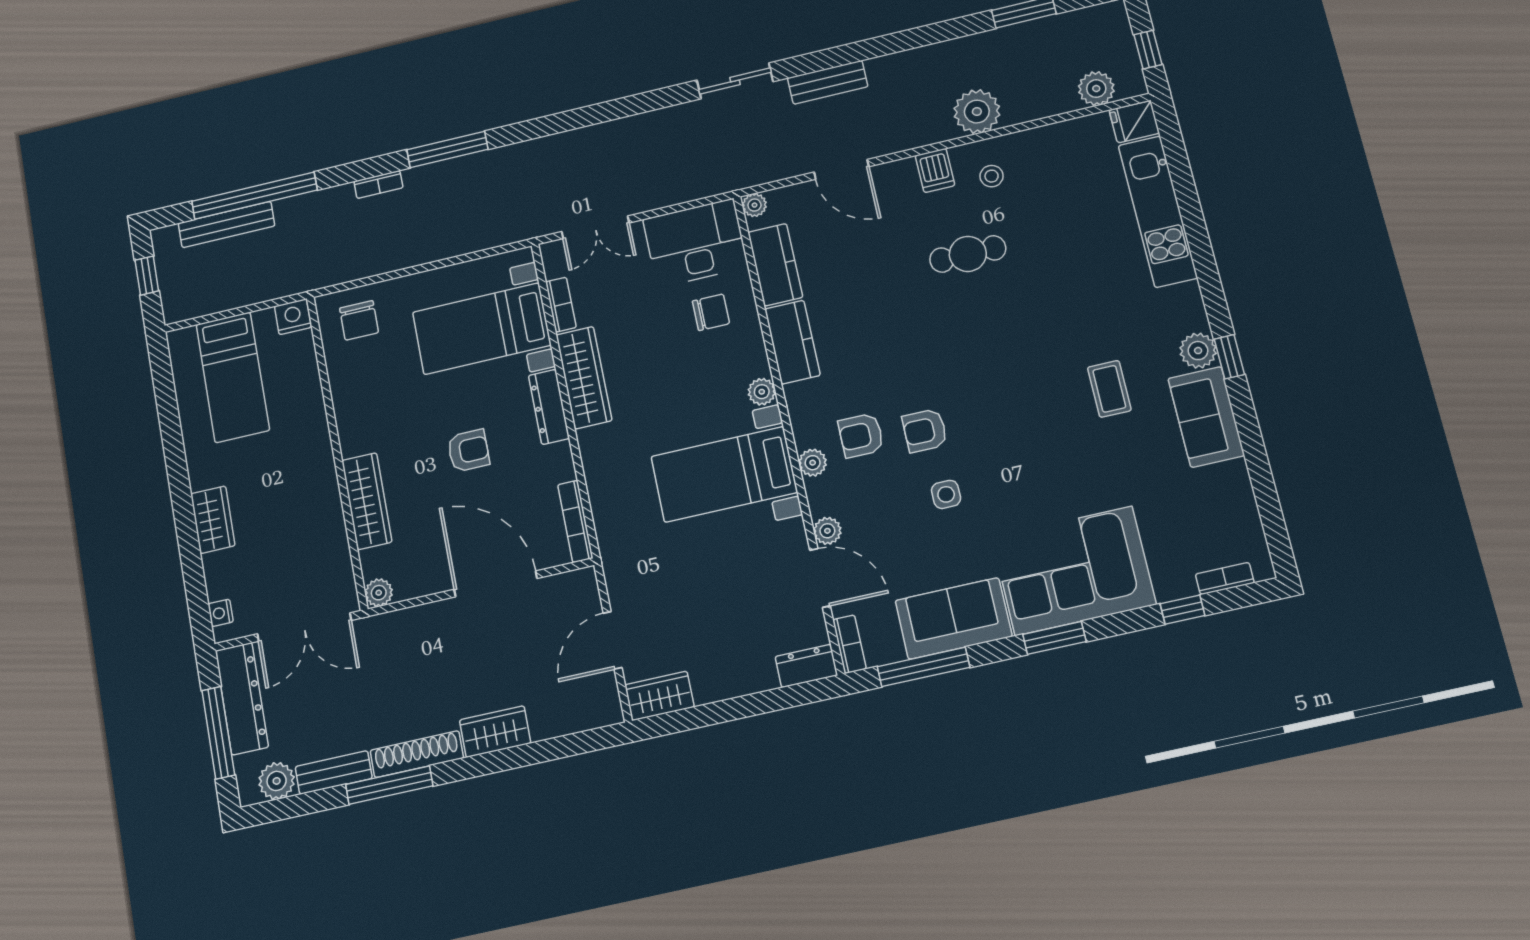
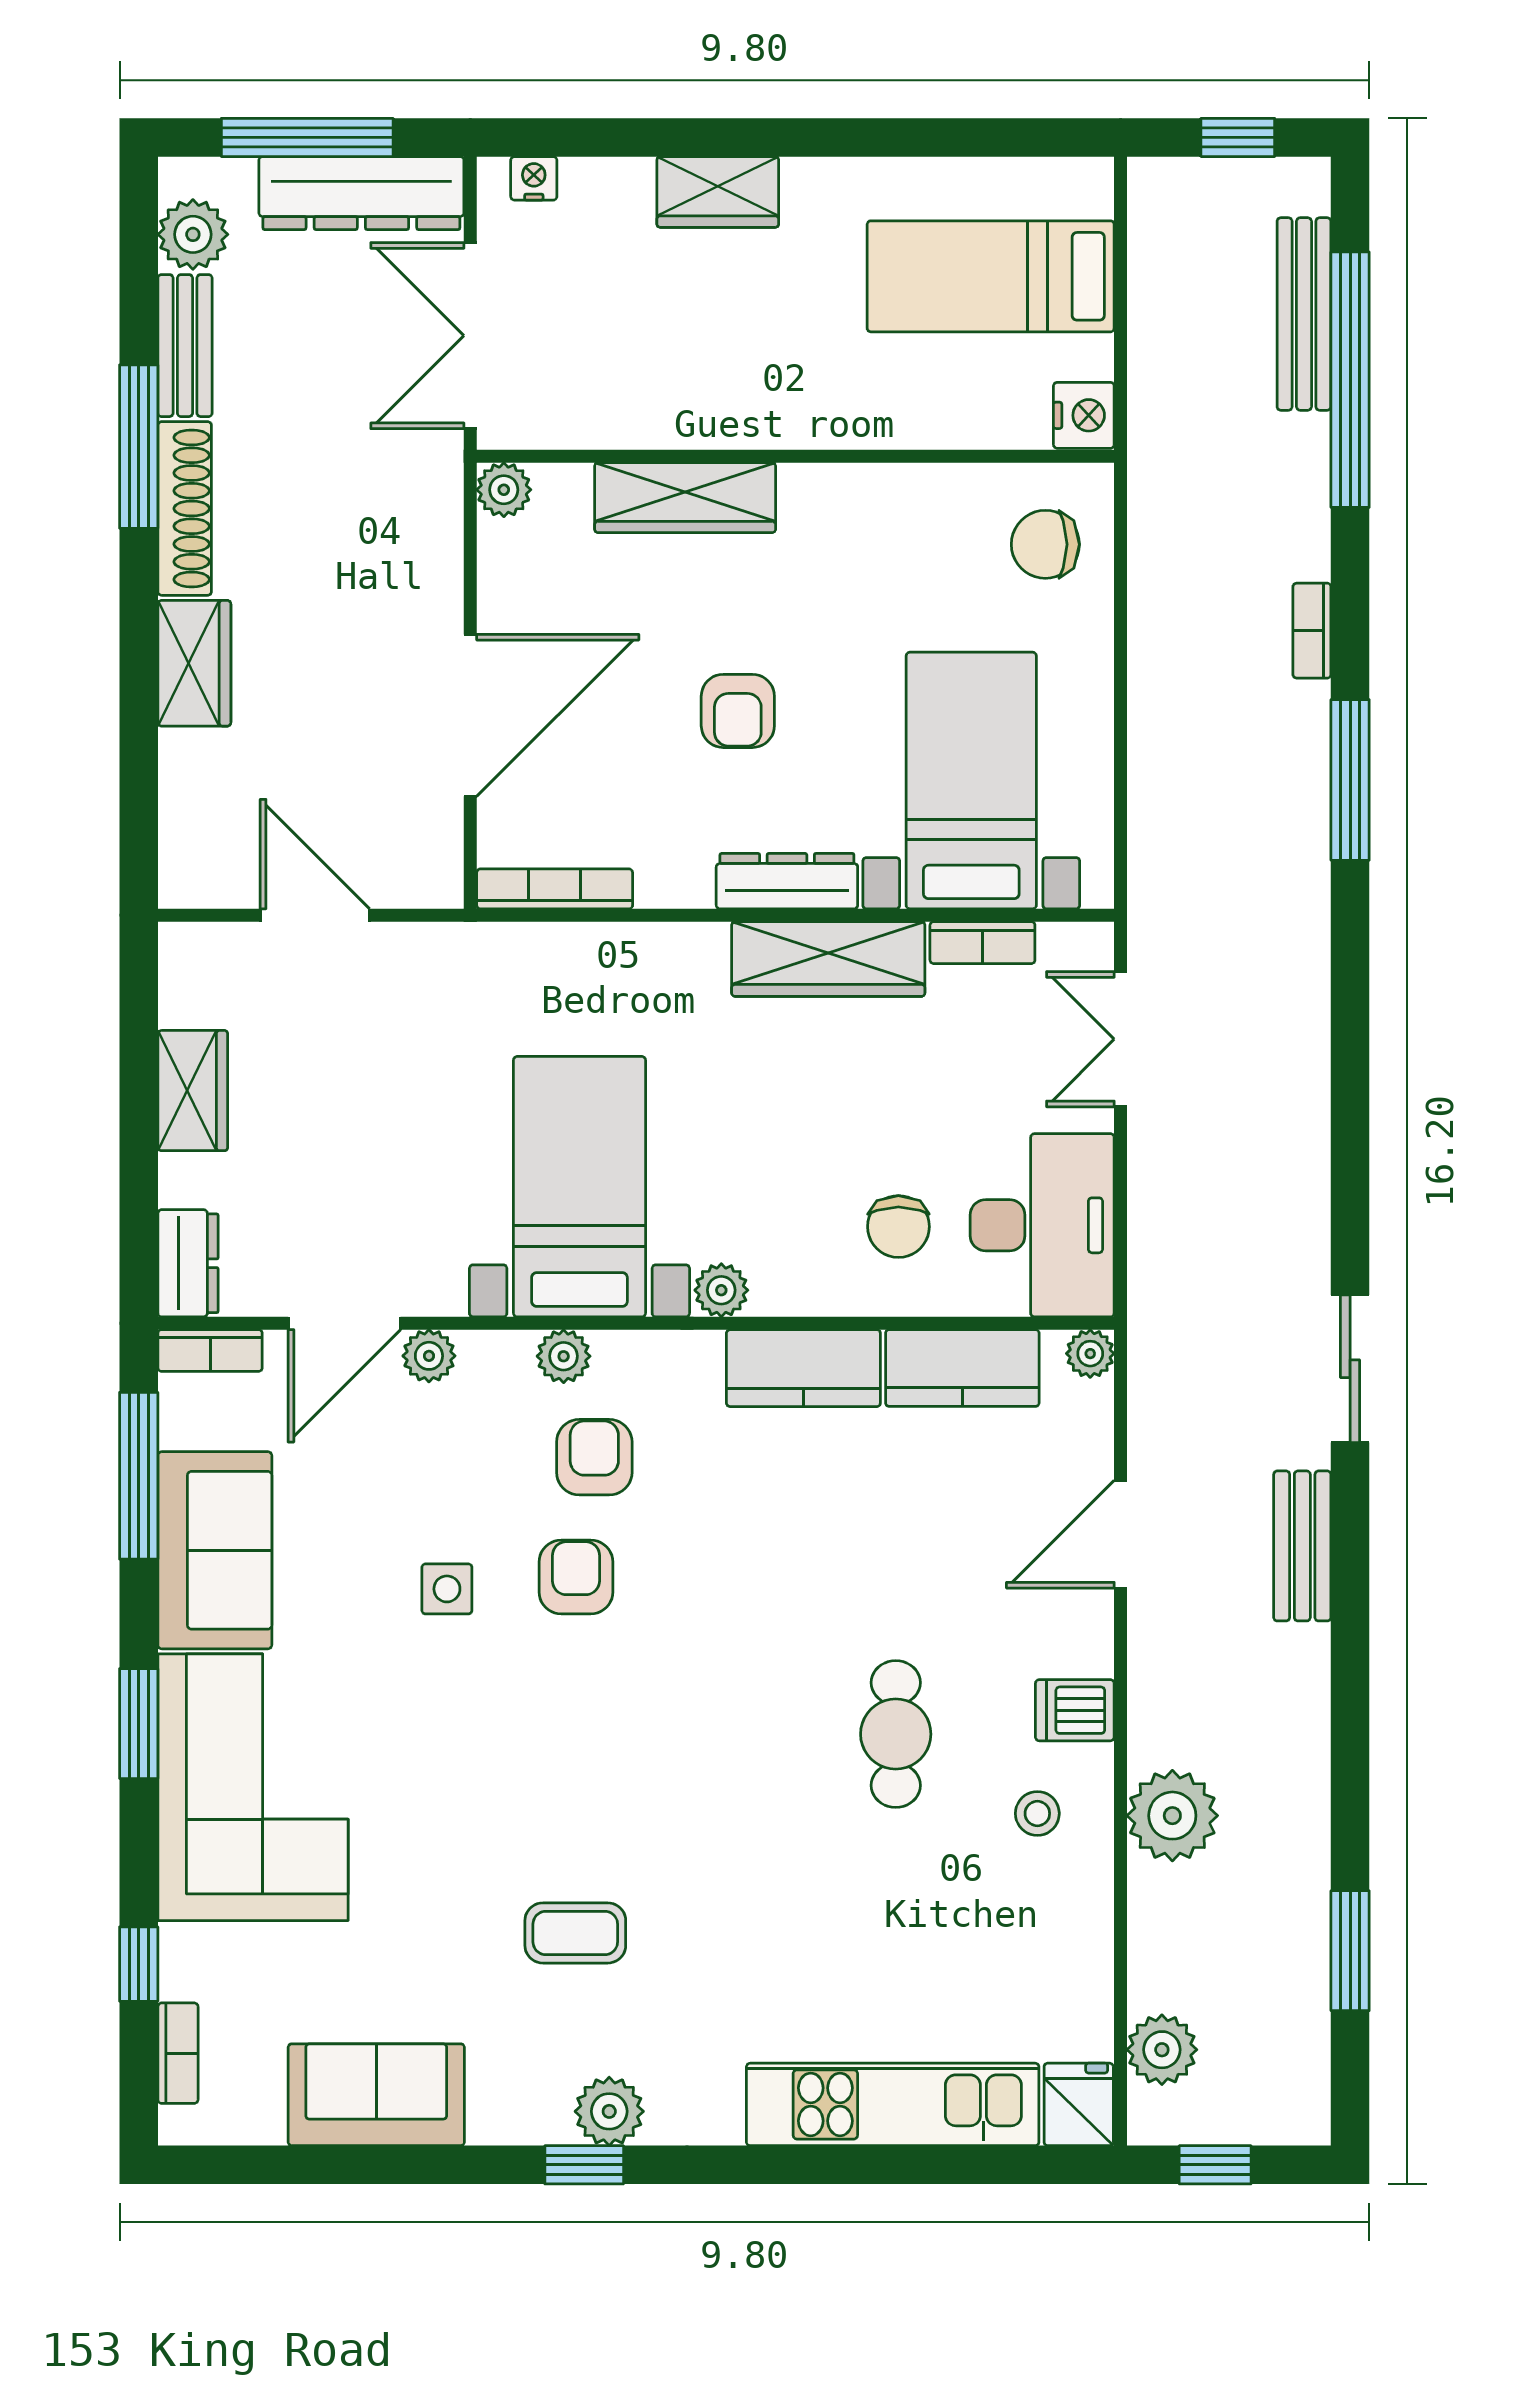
sofa: (1206, 417) -> (376, 2095), moved
wardrobe: (659, 696) -> (193, 1091), moved

